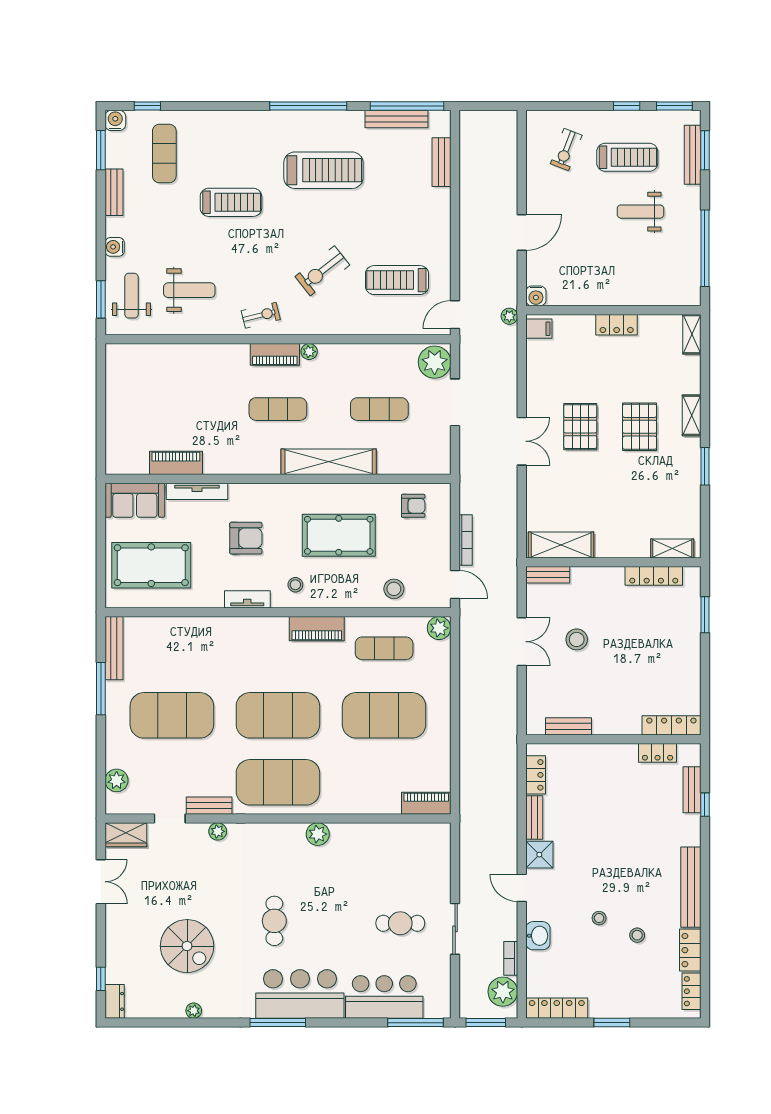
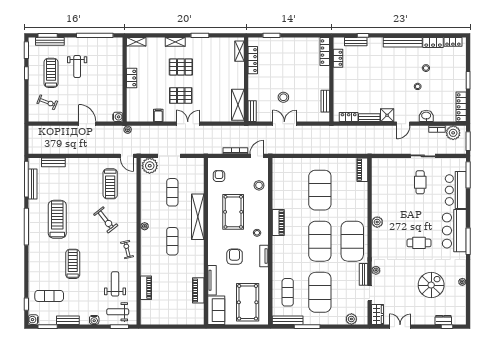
filing cabinet: (539, 329) -> (158, 115), moved
piano: (275, 354) -> (146, 288), moved
plant: (439, 628) -> (278, 164), removed
exercise mat: (384, 648) -> (288, 292), moved
dresser: (115, 1001) -> (443, 320), moved

